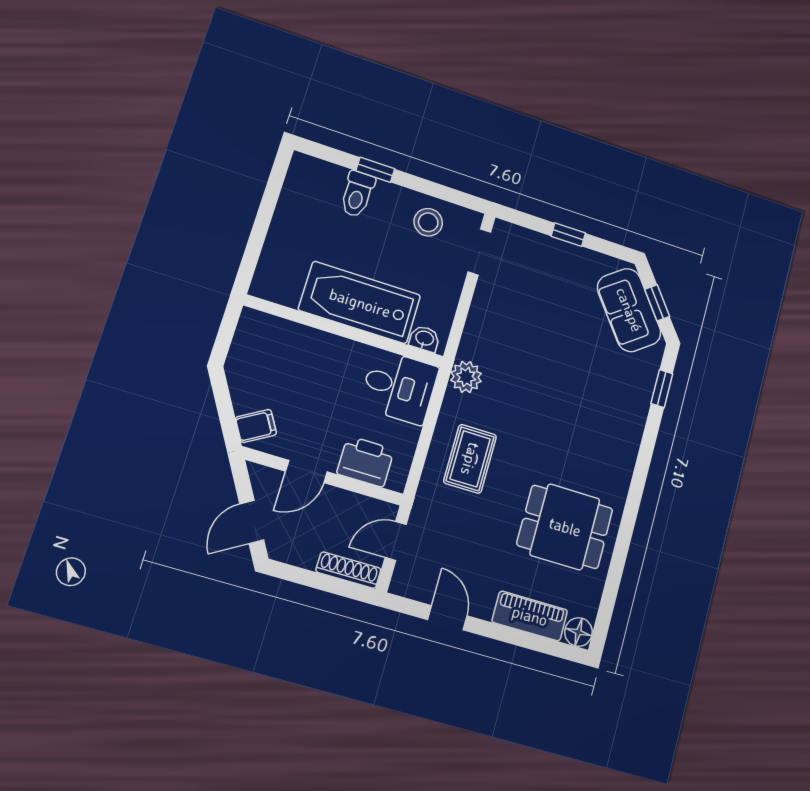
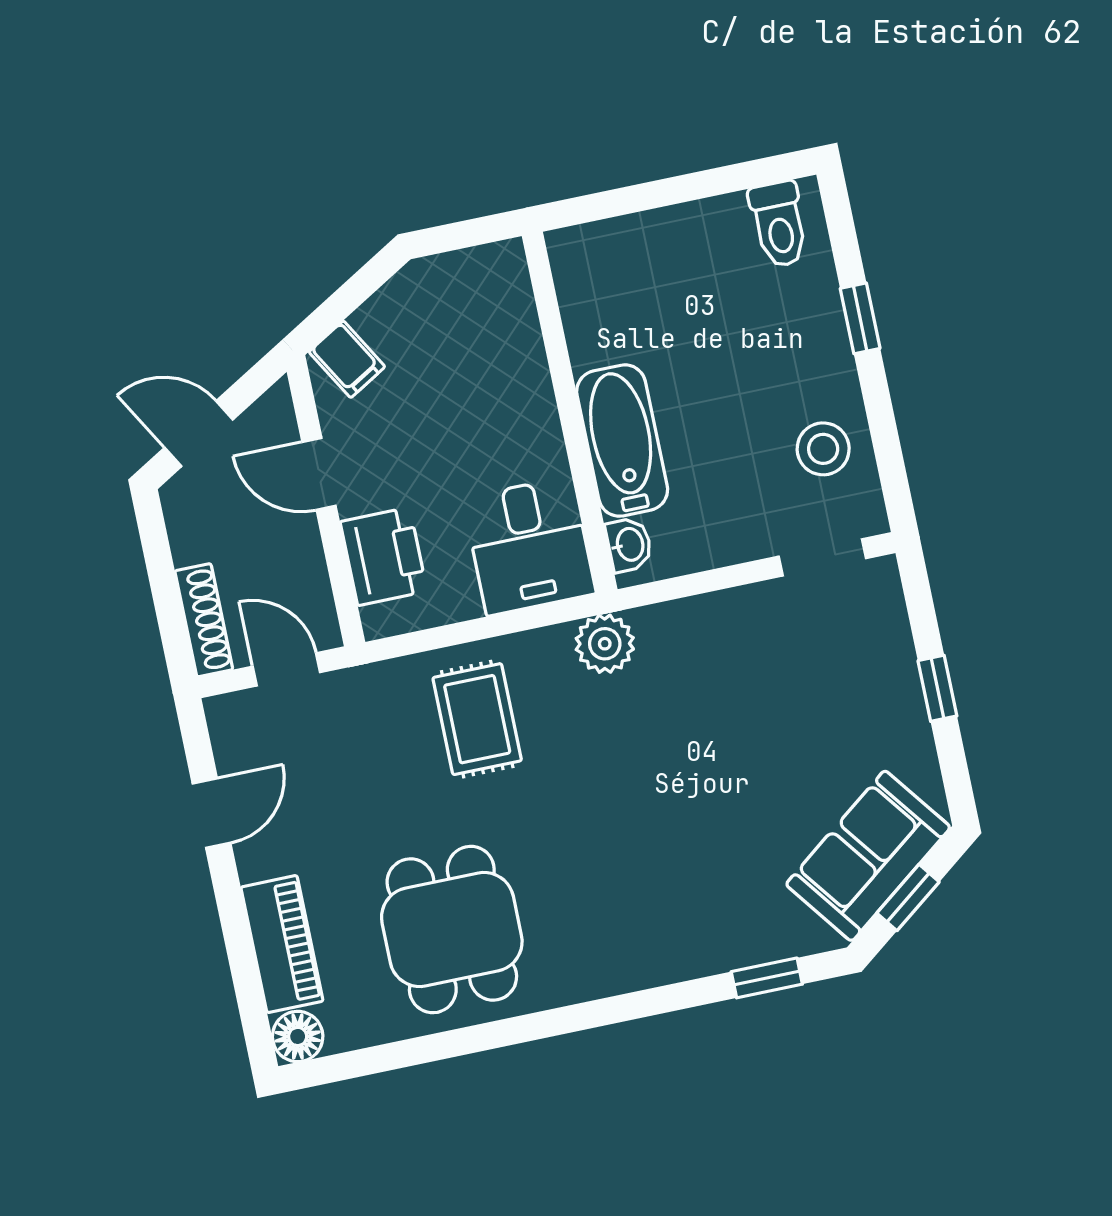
toilet: (357, 194) -> (779, 224), moved, turned -90
bathtub: (360, 303) -> (622, 441), width x0.73, depth x0.73
rug: (470, 459) -> (477, 719), turned 90

